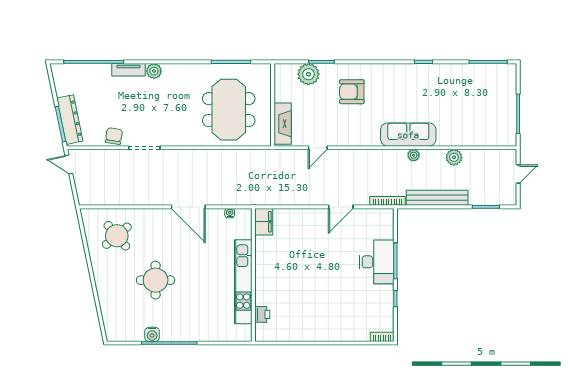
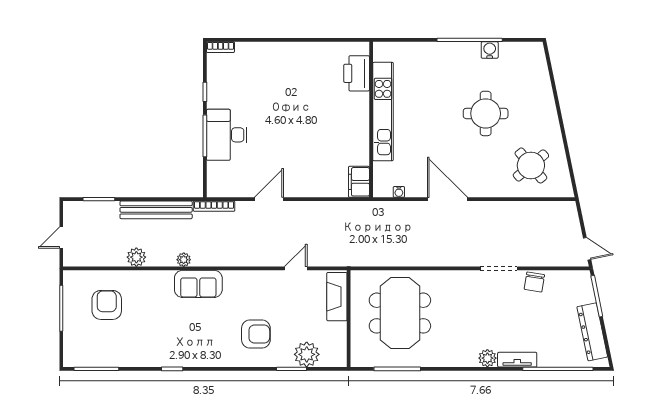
armchair: (479, 117) -> (107, 305), added
dresser: (70, 120) -> (592, 332), moved
sofa: (408, 135) -> (198, 284), width x0.73
printer: (262, 314) -> (357, 73), width x1.87, depth x1.48

